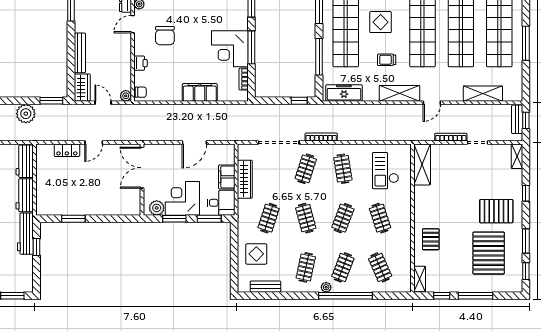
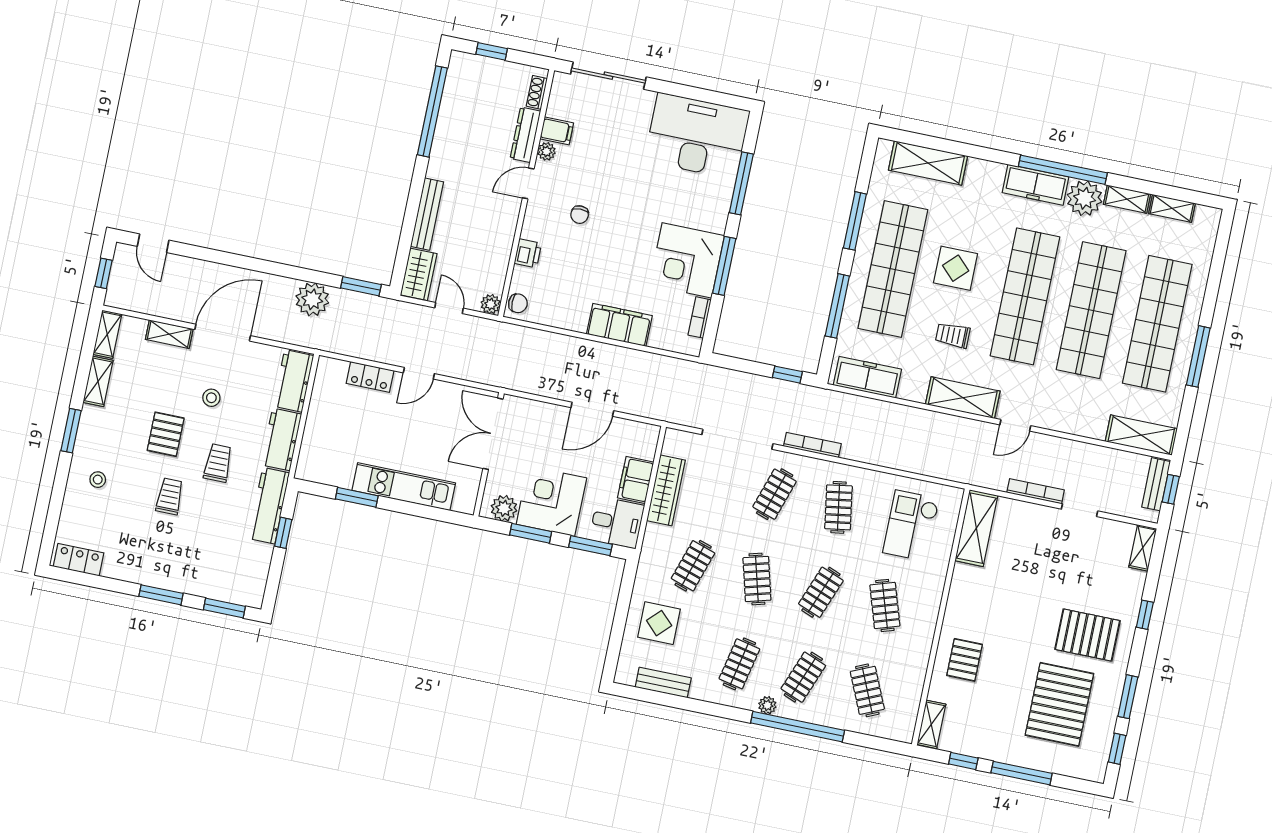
chair: (165, 36) -> (580, 215), width x0.54, depth x0.54
shelving: (483, 94) -> (1141, 435), moved
kitchen unit: (98, 207) -> (404, 487), added

